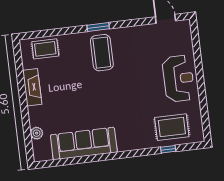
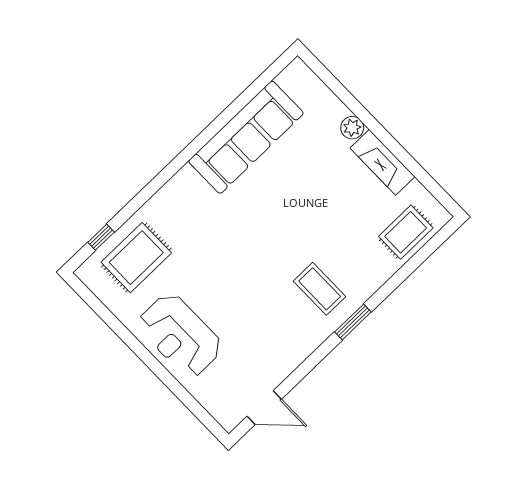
coffee table: (102, 53) -> (320, 289), width x0.73, depth x0.76
plant: (37, 133) -> (352, 128), moved
window: (168, 149) -> (101, 237), moved

